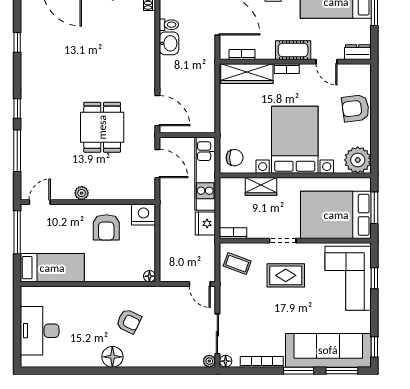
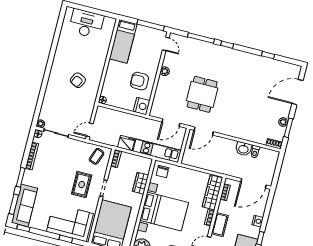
dining table: (102, 127) -> (202, 94), turned 90
sofa: (328, 350) -> (24, 205), width x0.74, depth x0.79
floor lamp: (112, 357) -> (59, 65), removed

